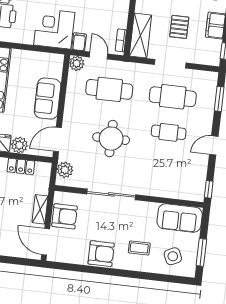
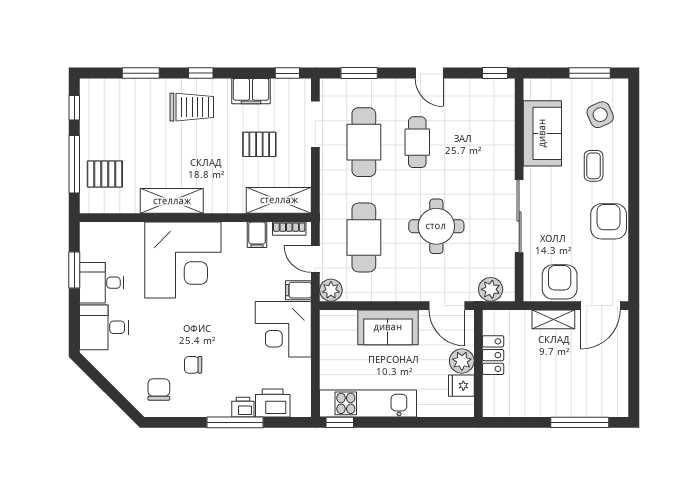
filing cabinet: (119, 18) -> (257, 235), added
door: (99, 55) -> (315, 259), hinge flipped
doorway: (170, 64) -> (315, 124), moved
sofa: (180, 218) -> (542, 133), moved

